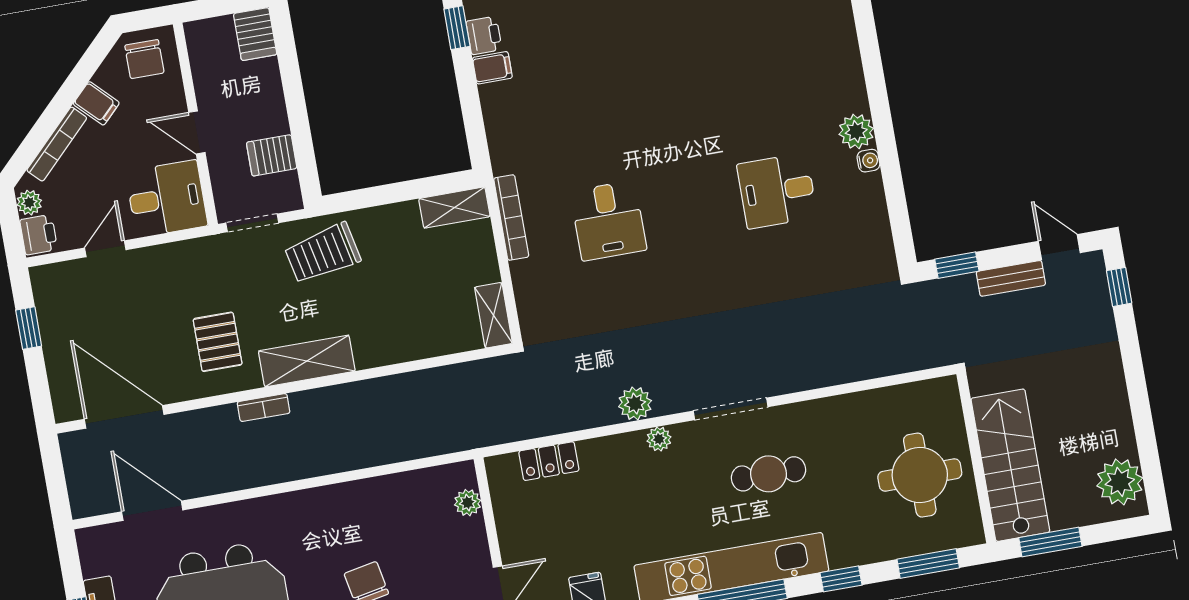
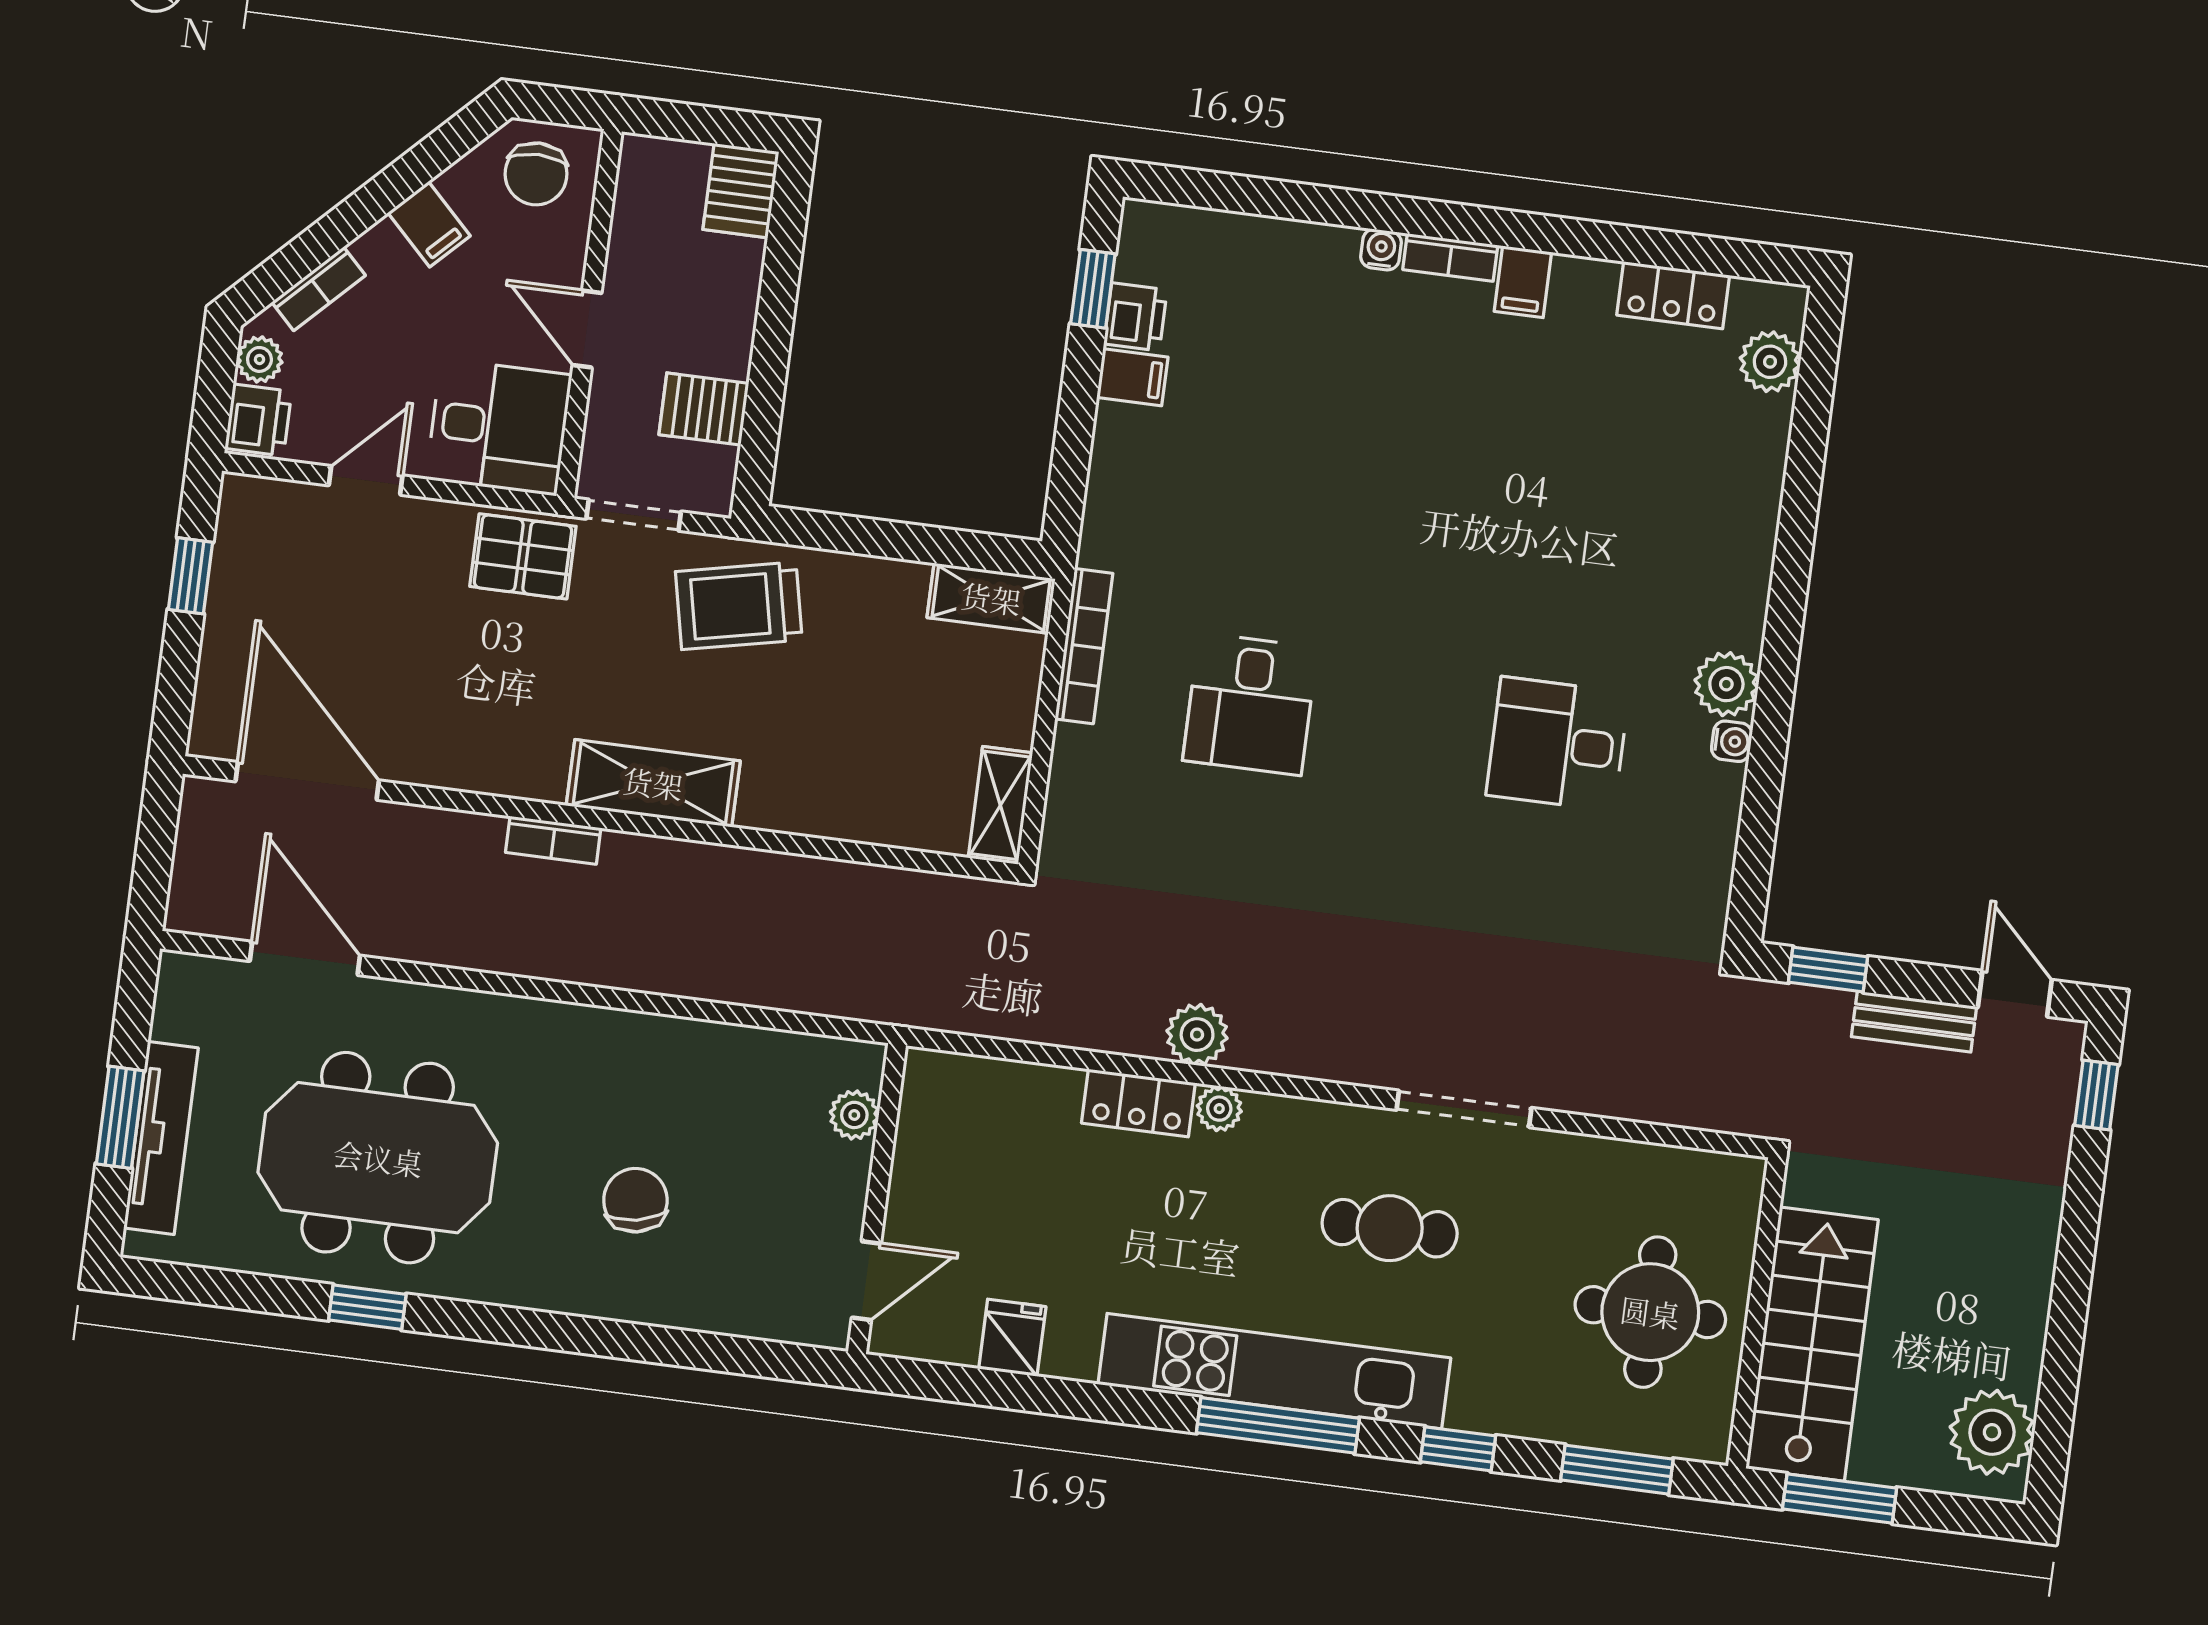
bookcase: (57, 144) -> (319, 289), width x0.64
pallet: (218, 342) -> (523, 556), moved, turned 90
doorway: (731, 409) -> (1464, 1109), moved
locker: (549, 461) -> (1138, 1103), moved

